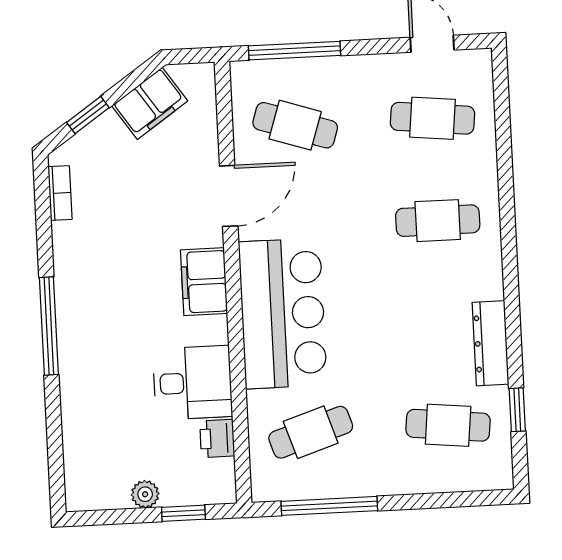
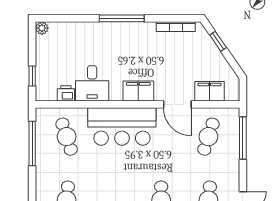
filing cabinet: (150, 103) -> (210, 91), moved, turned 124
bookcase: (60, 193) -> (176, 27), width x1.56
plant: (145, 494) -> (42, 28), moved

